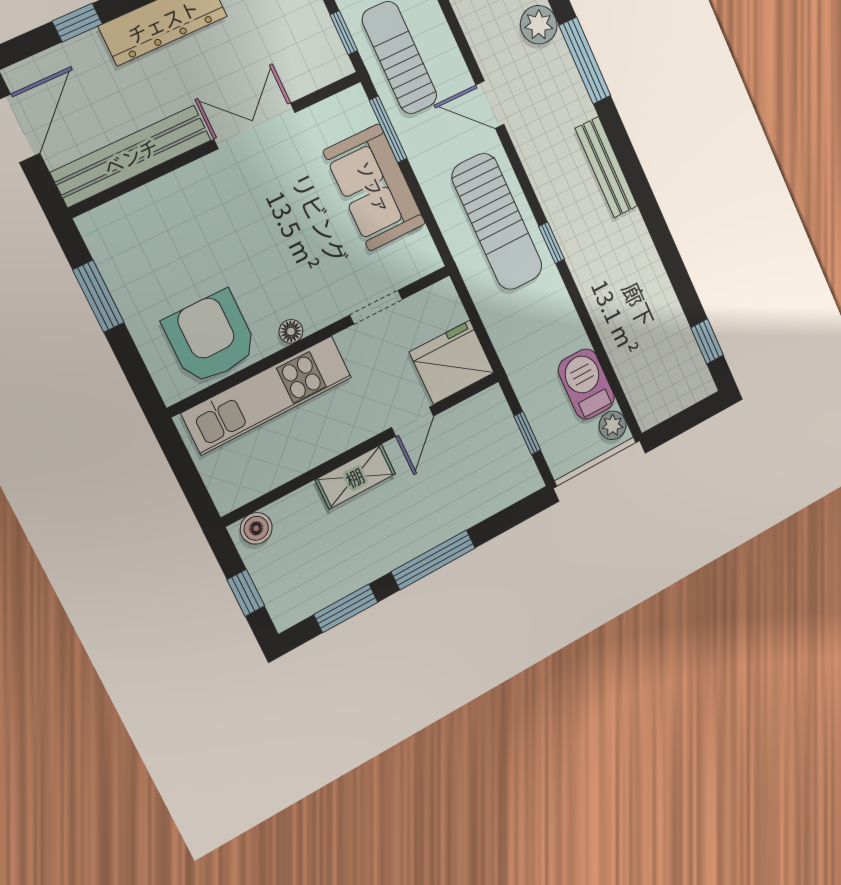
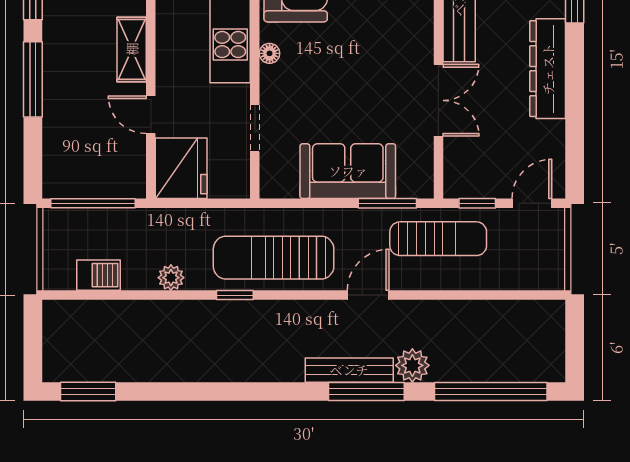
bench: (606, 167) -> (349, 370), moved
window: (707, 341) -> (88, 391), width x1.50
barbecue: (586, 384) -> (99, 275), width x0.73, depth x0.79
plant: (613, 425) -> (171, 278), moved
window: (527, 433) -> (93, 203), width x2.17

